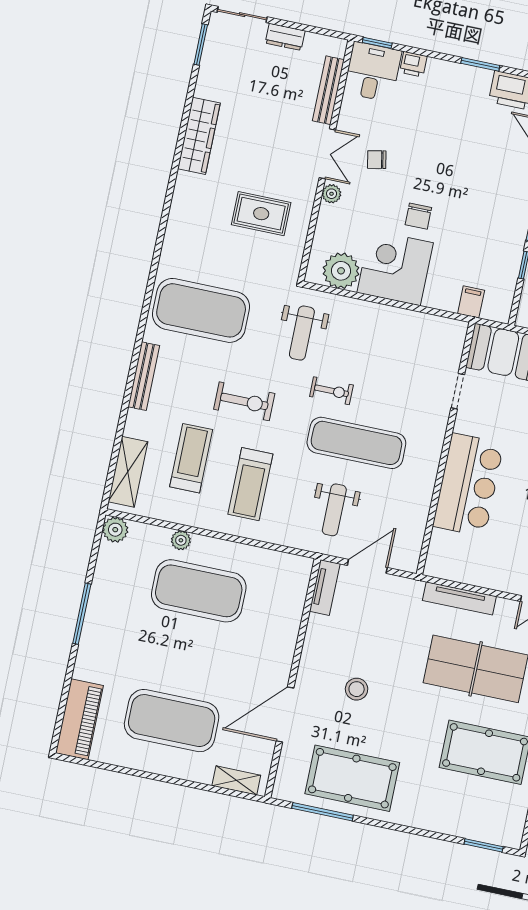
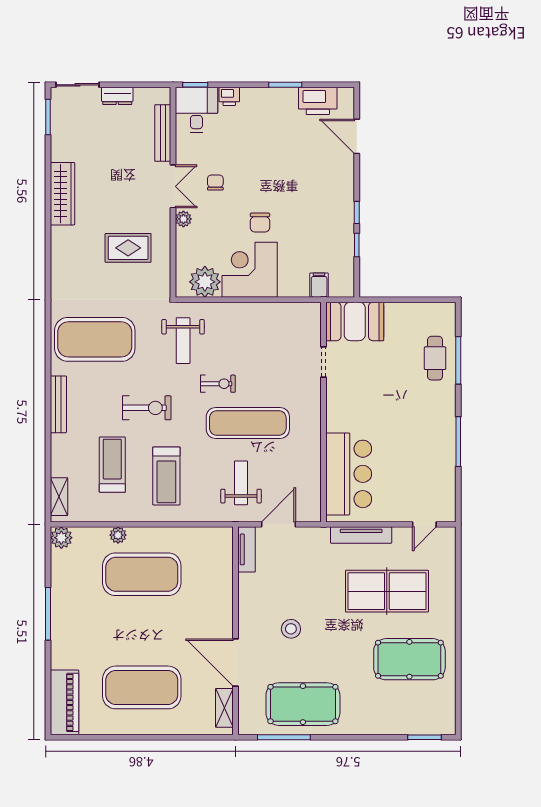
chair: (377, 160) -> (215, 183), turned 101
shelving: (128, 472) -> (59, 497), width x0.67, depth x0.75
bar counter: (468, 485) -> (349, 474), moved
weight bench: (334, 510) -> (241, 483), turned 180
door: (285, 715) -> (236, 663), hinge flipped
shelving: (236, 780) -> (224, 708), moved, turned 90

